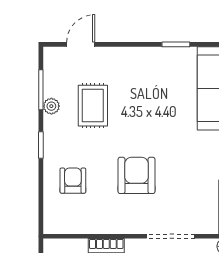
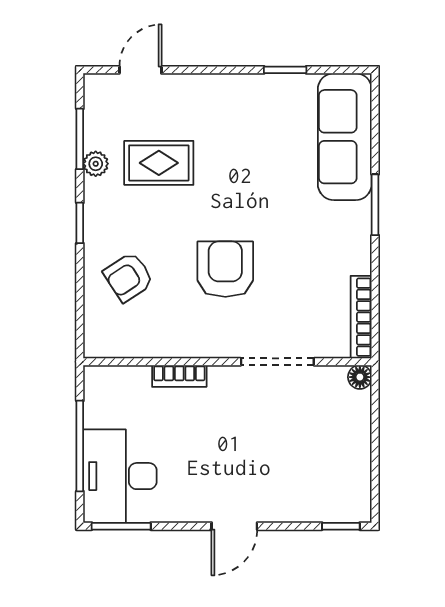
rug: (93, 106) -> (159, 163), turned 90
armchair: (73, 181) -> (128, 277), turned -123

